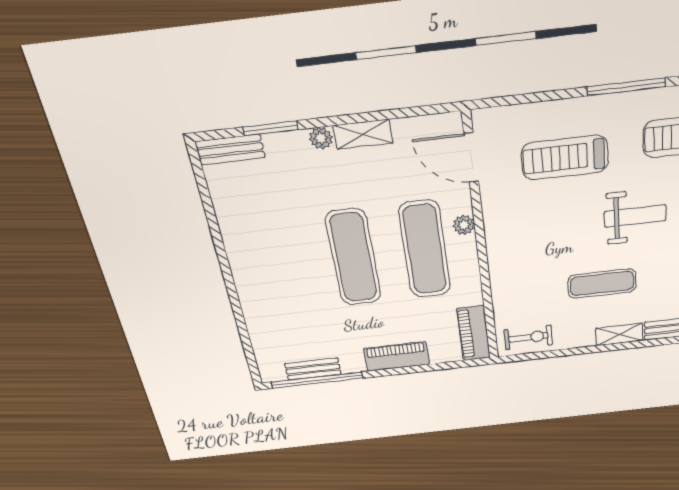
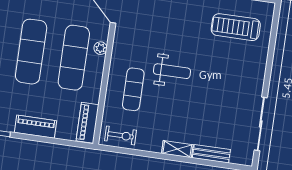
treadmill: (565, 158) -> (167, 22), removed
weight bench: (635, 216) -> (172, 71), moved
exercise mat: (602, 283) -> (133, 89), moved, turned 90

